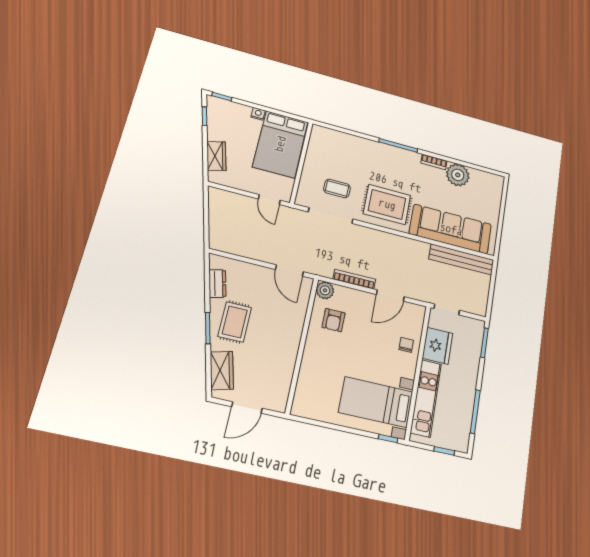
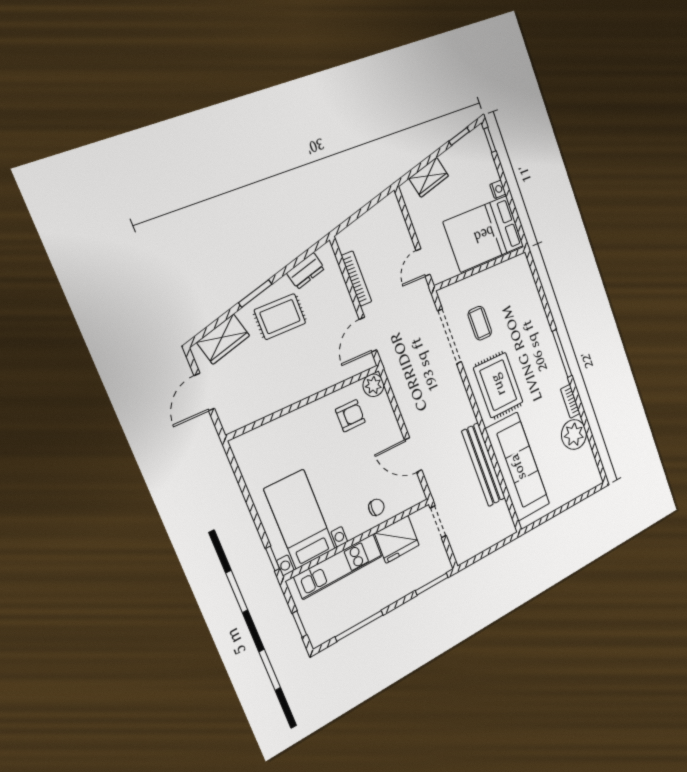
bench: (461, 259) -> (483, 465), moved
bookcase: (354, 279) -> (356, 279), moved
armchair: (334, 320) -> (350, 416), turned 180
door: (247, 407) -> (204, 392), hinge flipped

